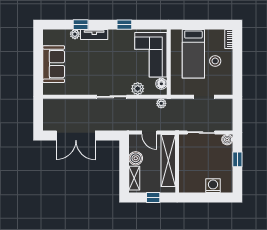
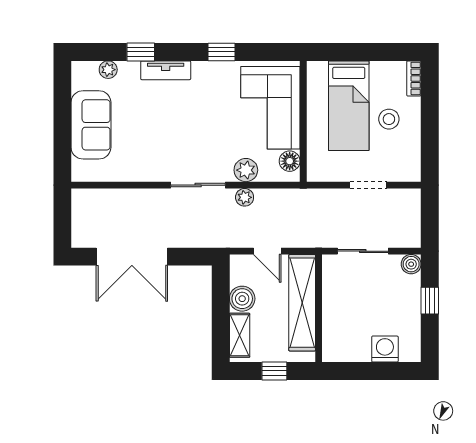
plant: (75, 34) -> (108, 70), moved
plant: (161, 103) -> (245, 197), moved

